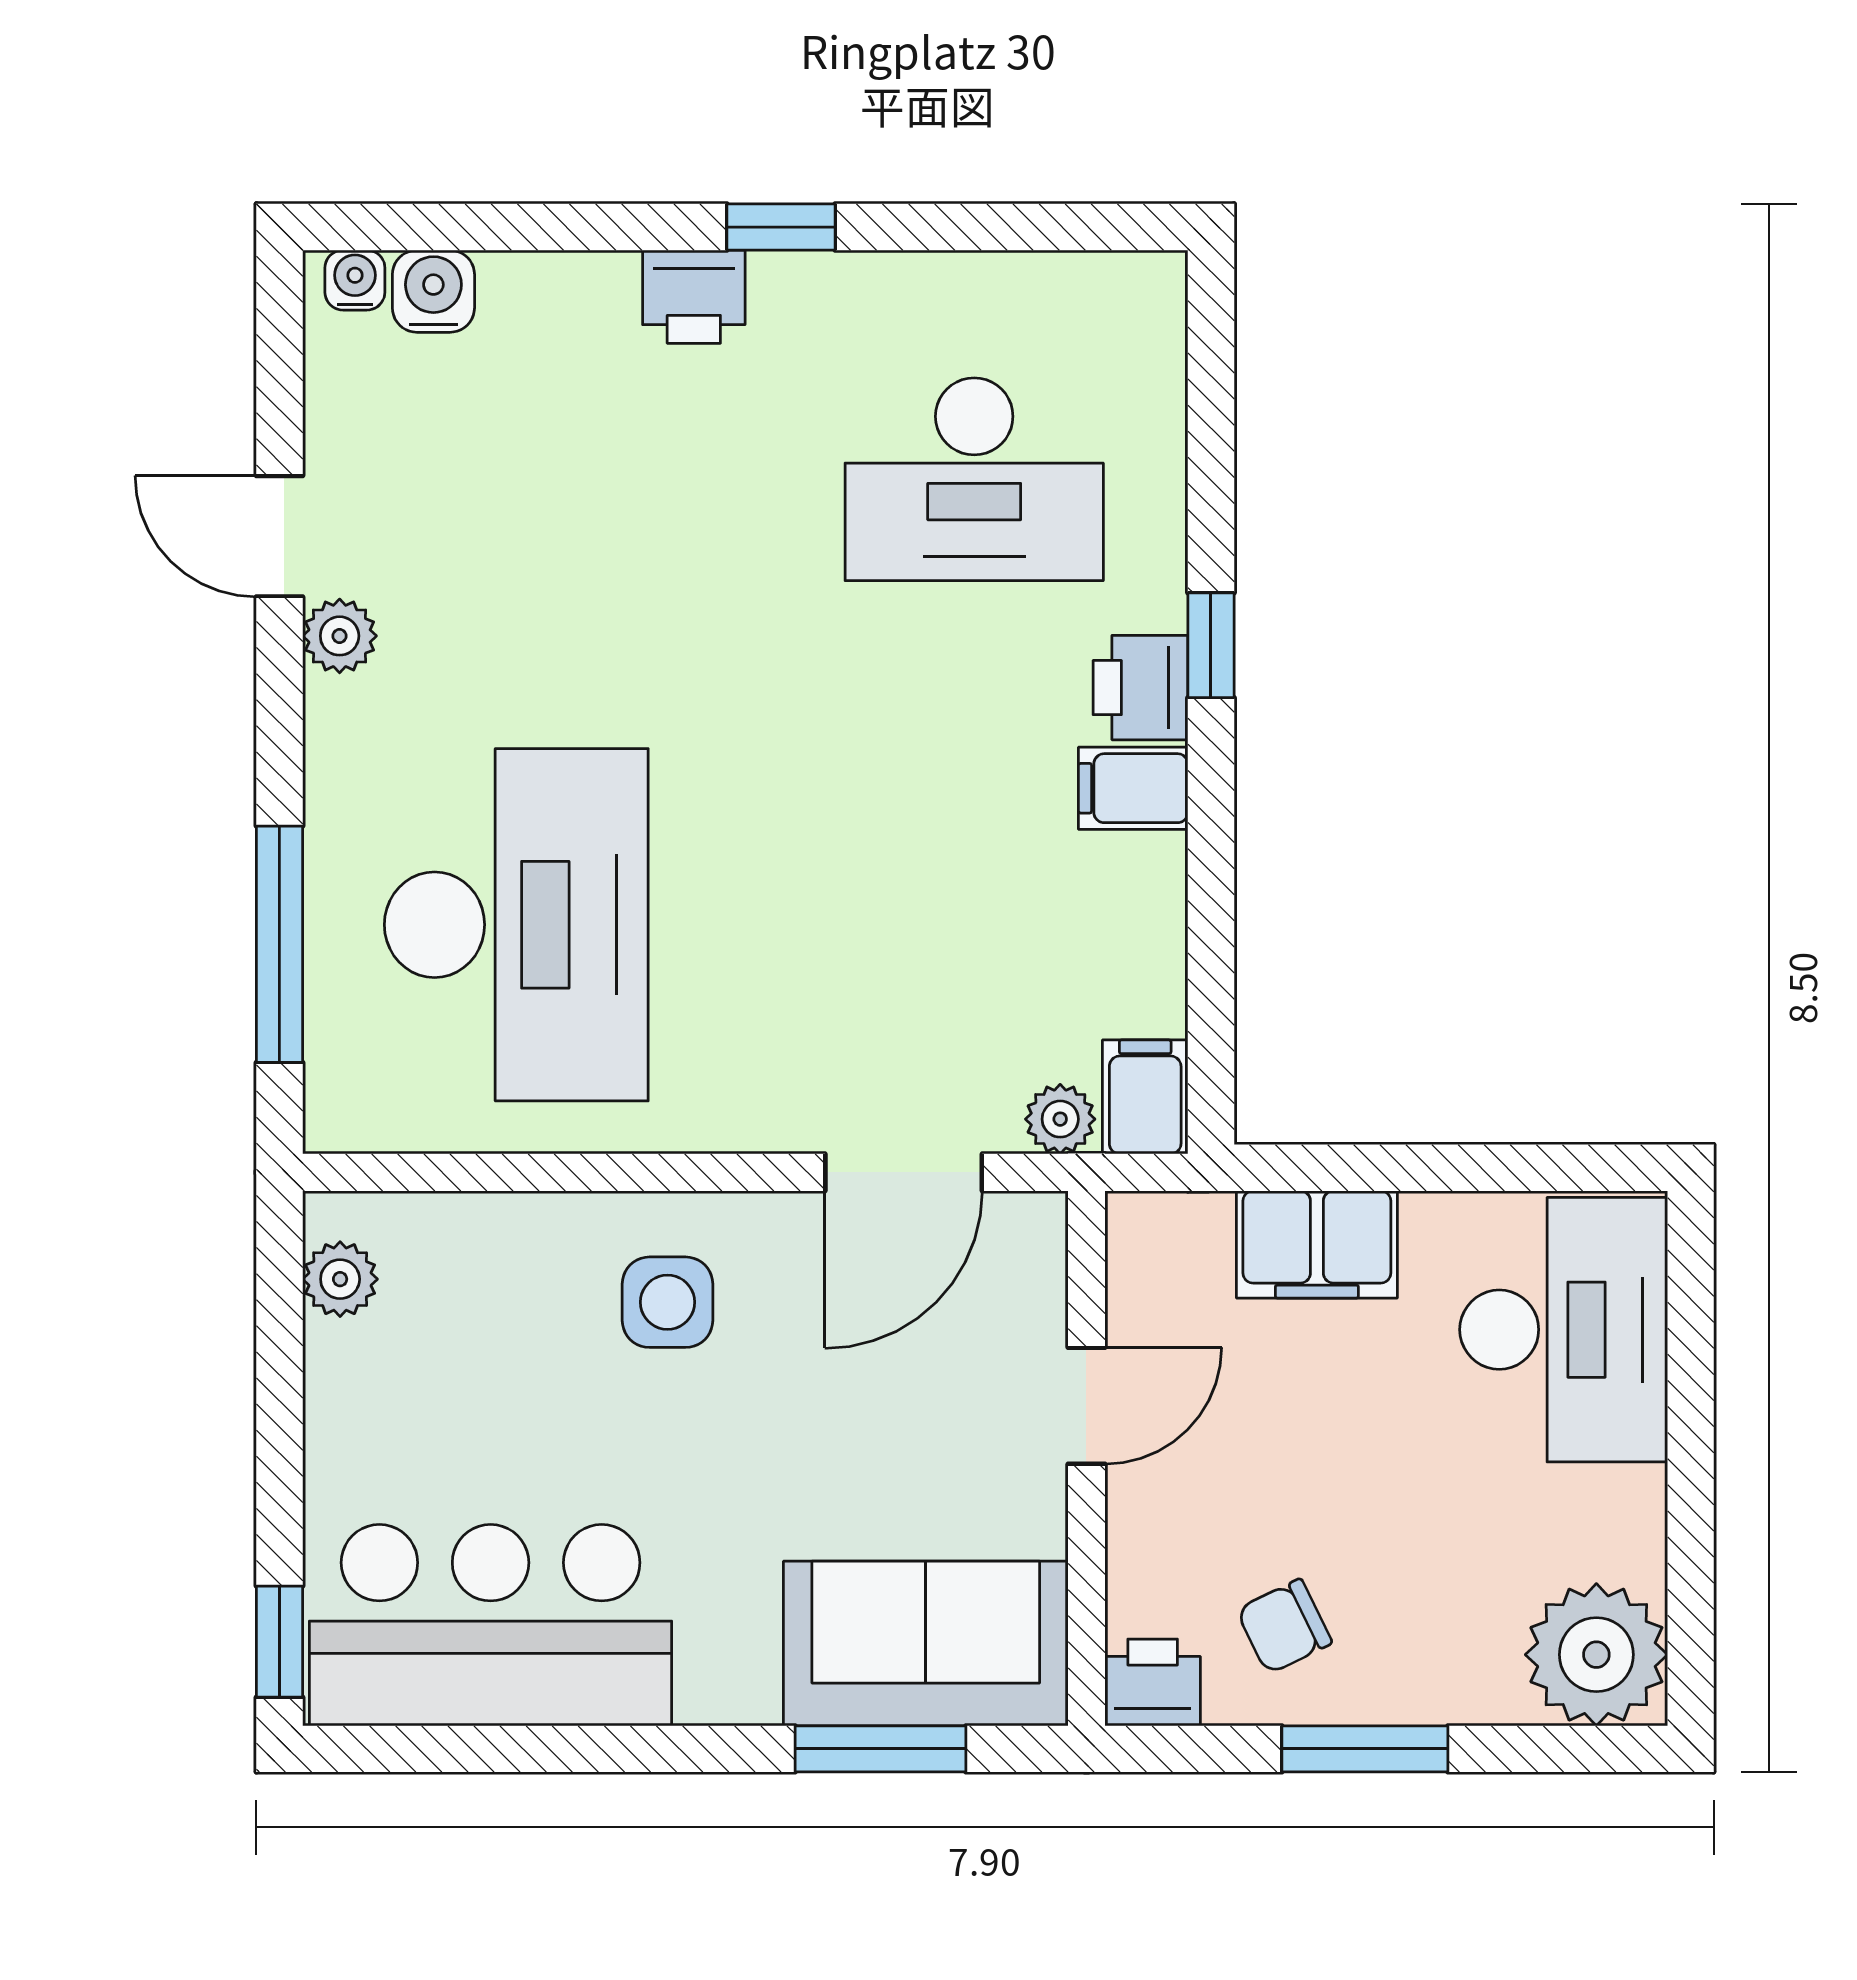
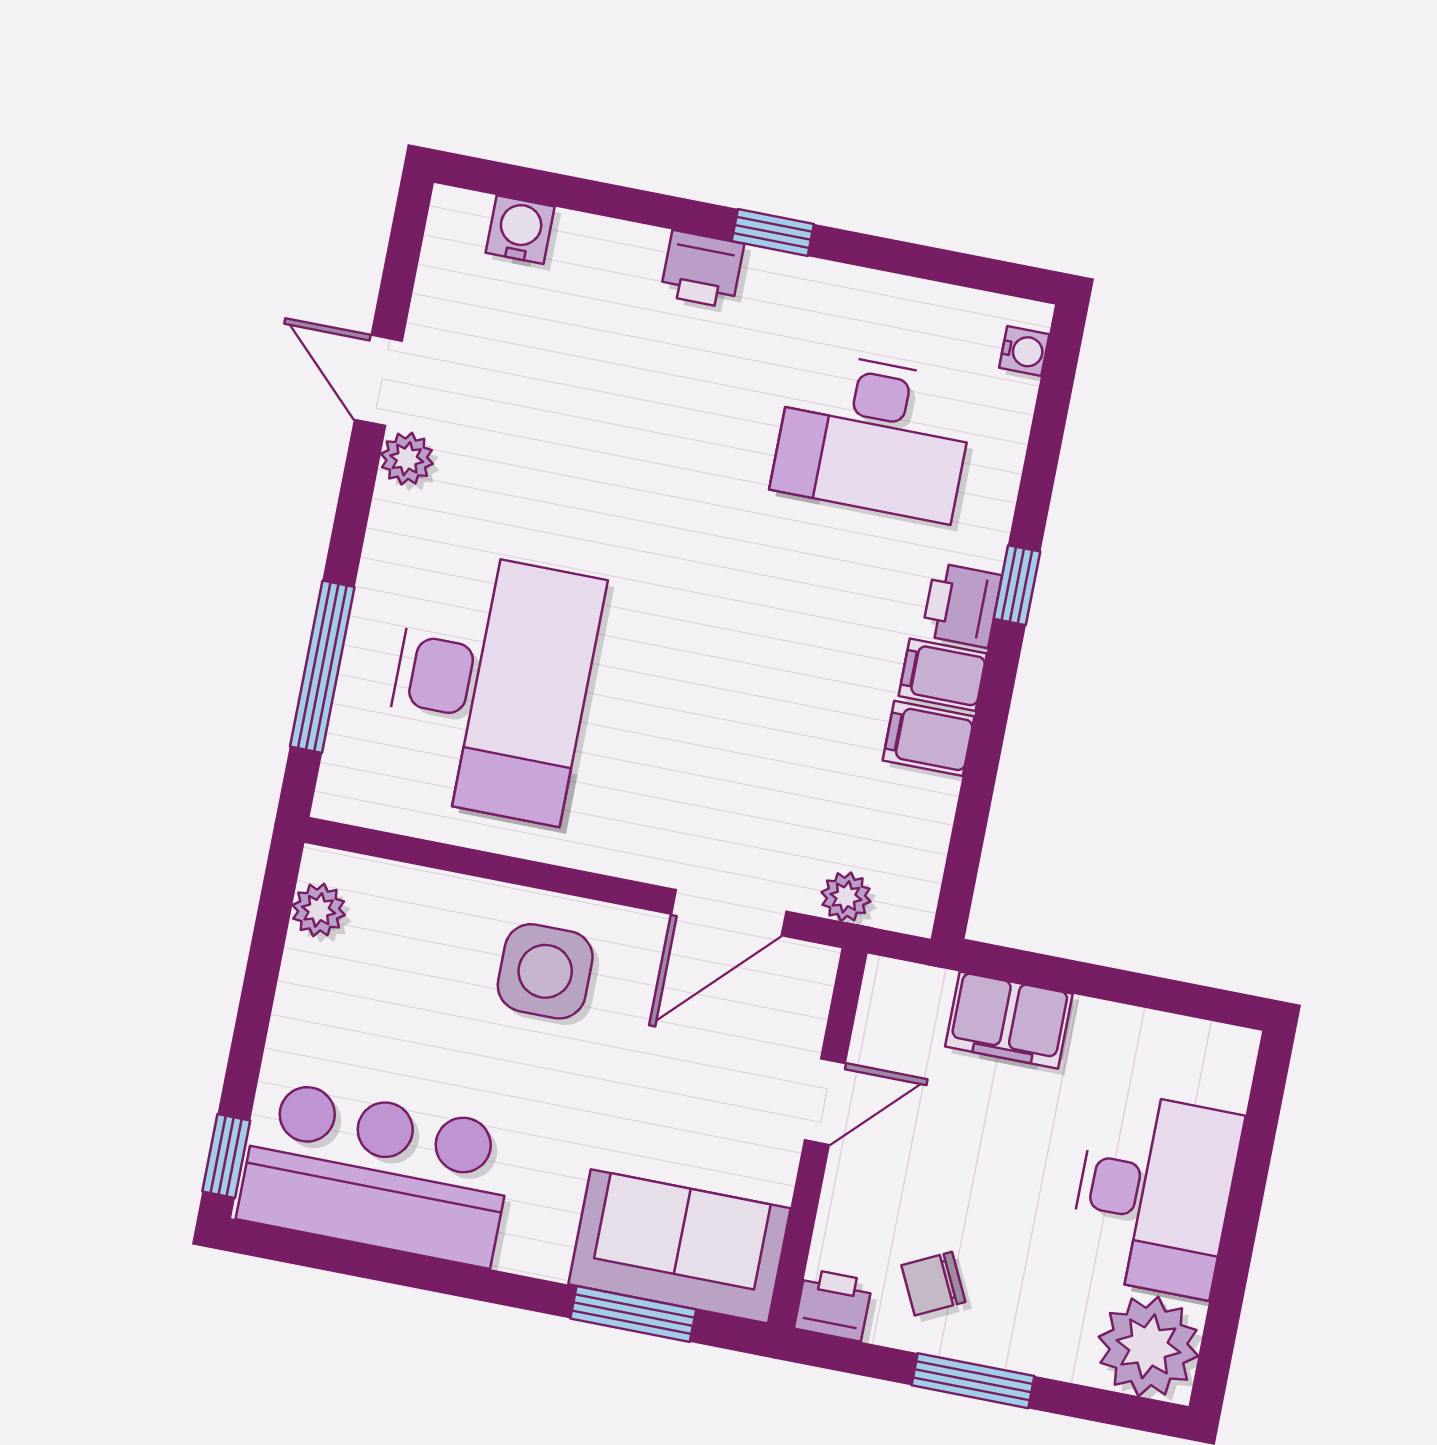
water cooler: (355, 280) -> (1024, 351), moved, turned 90
filing cabinet: (1145, 1097) -> (929, 738), moved, turned -90
side table: (667, 1302) -> (545, 971), width x1.37, depth x1.37
desk: (1564, 1330) -> (1154, 1194), moved

